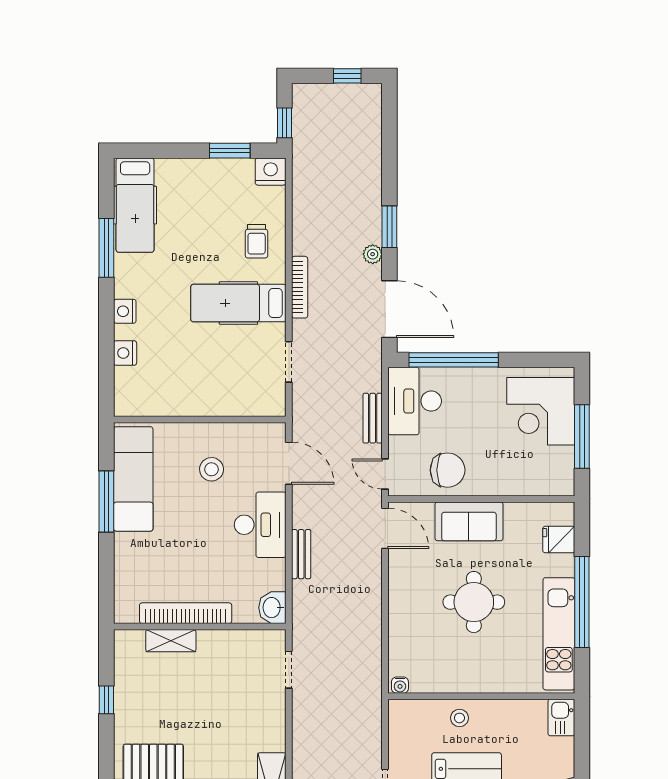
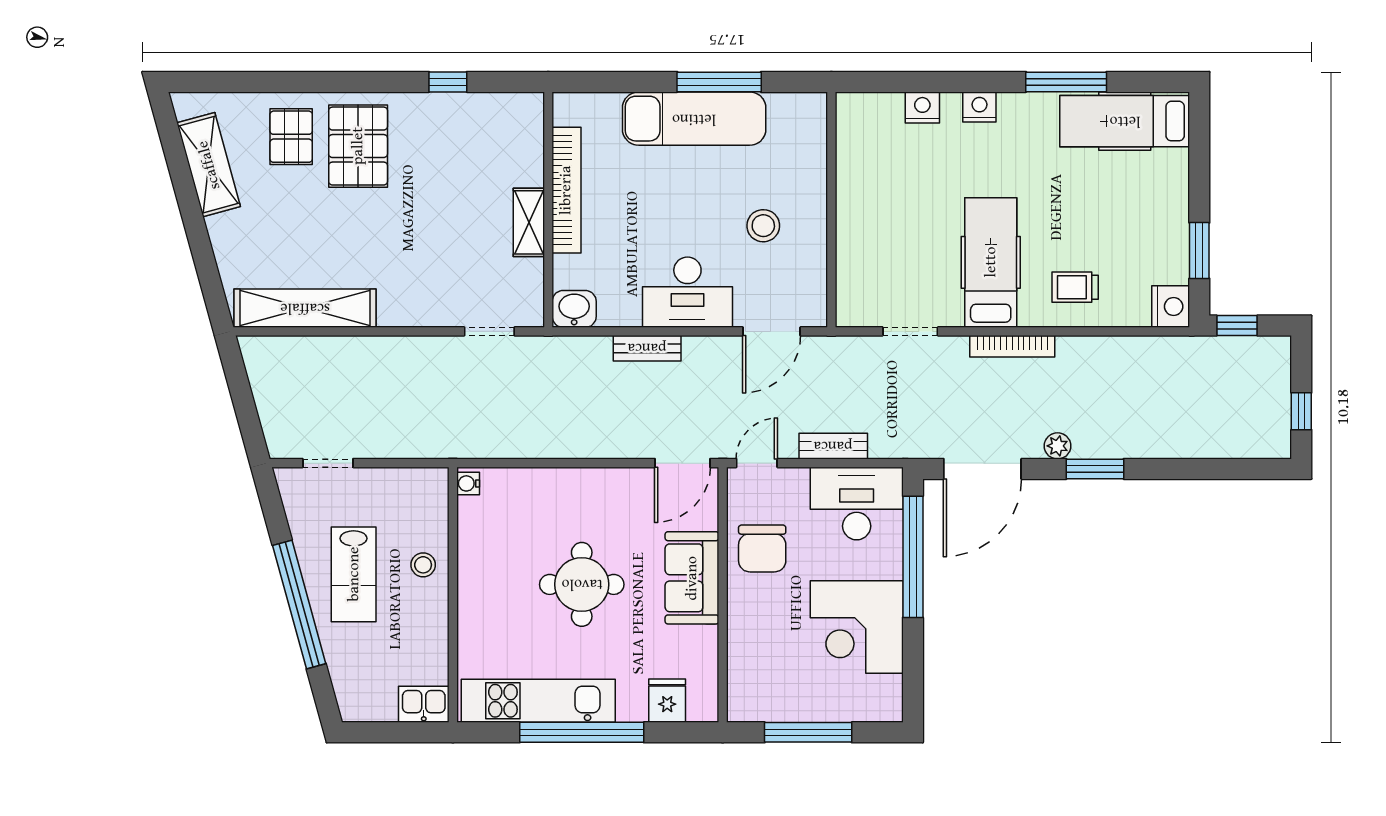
corner desk: (541, 411) -> (857, 627), moved, turned -90
exam couch: (133, 479) -> (694, 119), moved
shelving: (171, 641) -> (529, 222), moved

